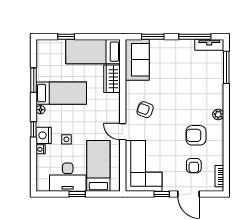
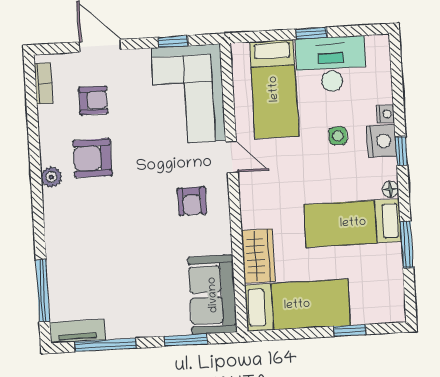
armchair: (145, 110) -> (192, 201), turned 70
plant: (218, 115) -> (51, 177), moved
armchair: (196, 135) -> (92, 158), turned 180
armchair: (194, 166) -> (93, 100), turned 90
window: (162, 194) -> (173, 41), moved

